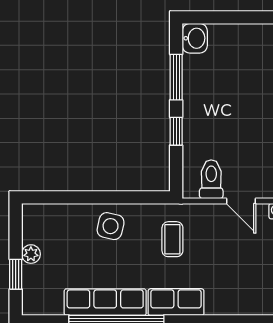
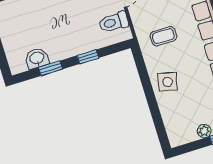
washbasin: (195, 38) -> (37, 58), moved
window: (176, 77) -> (50, 68), width x0.67

